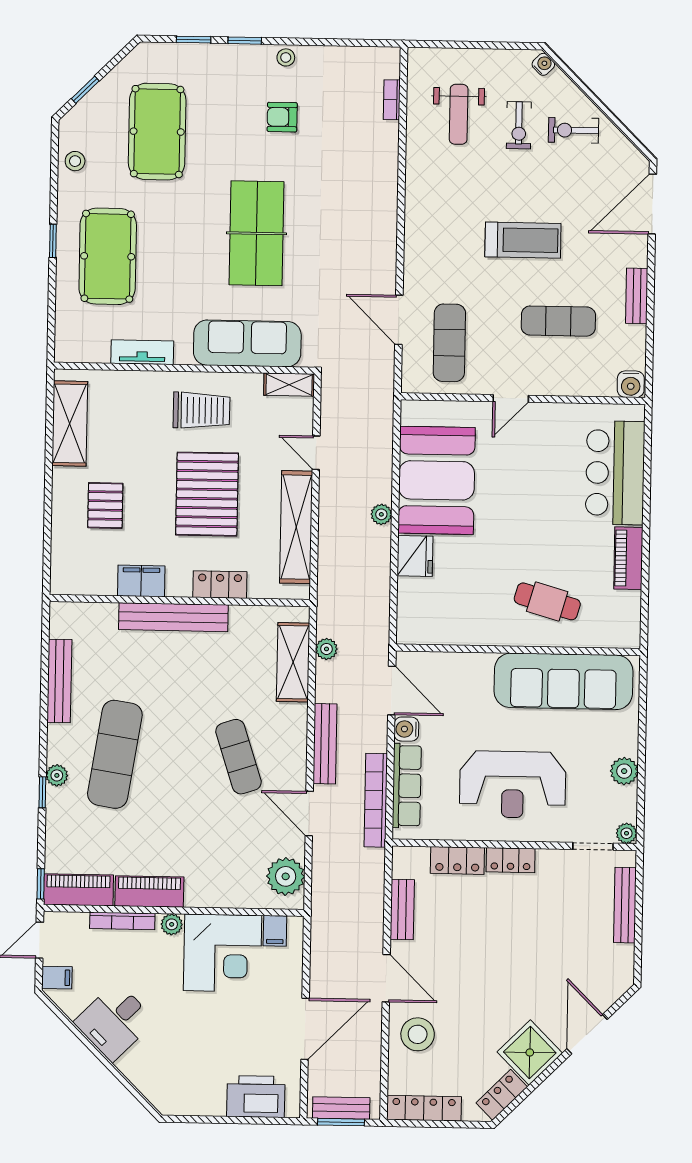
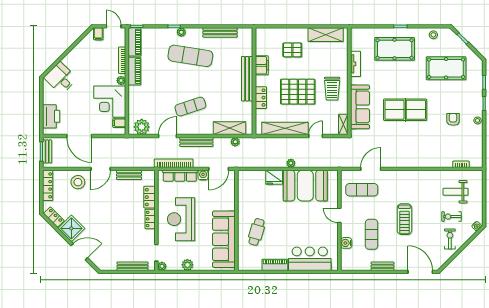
water cooler: (631, 384) -> (346, 243), moved
desk: (115, 1021) -> (61, 78), moved

